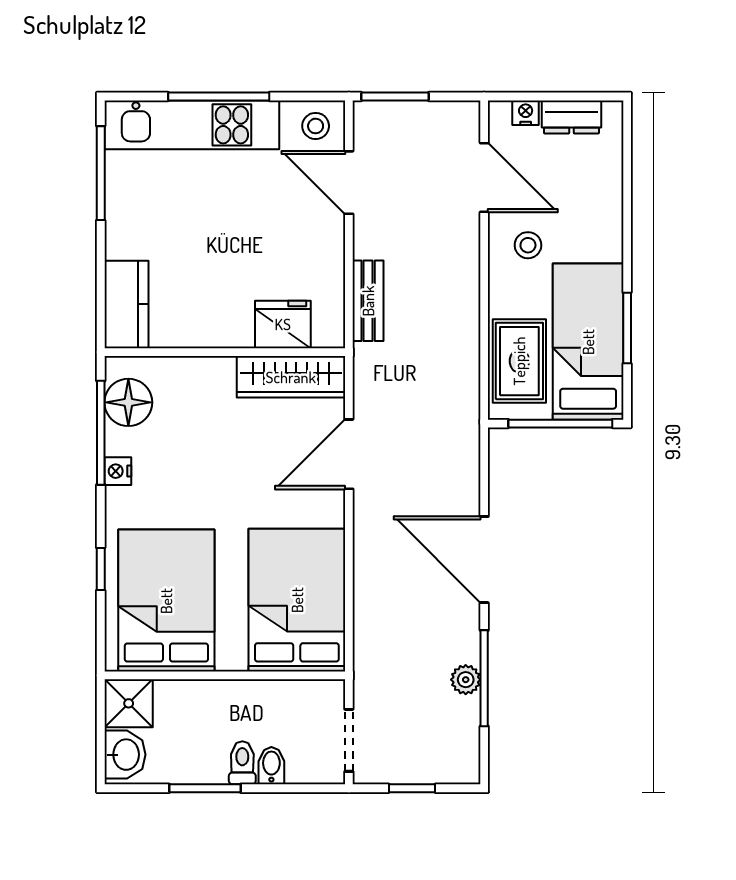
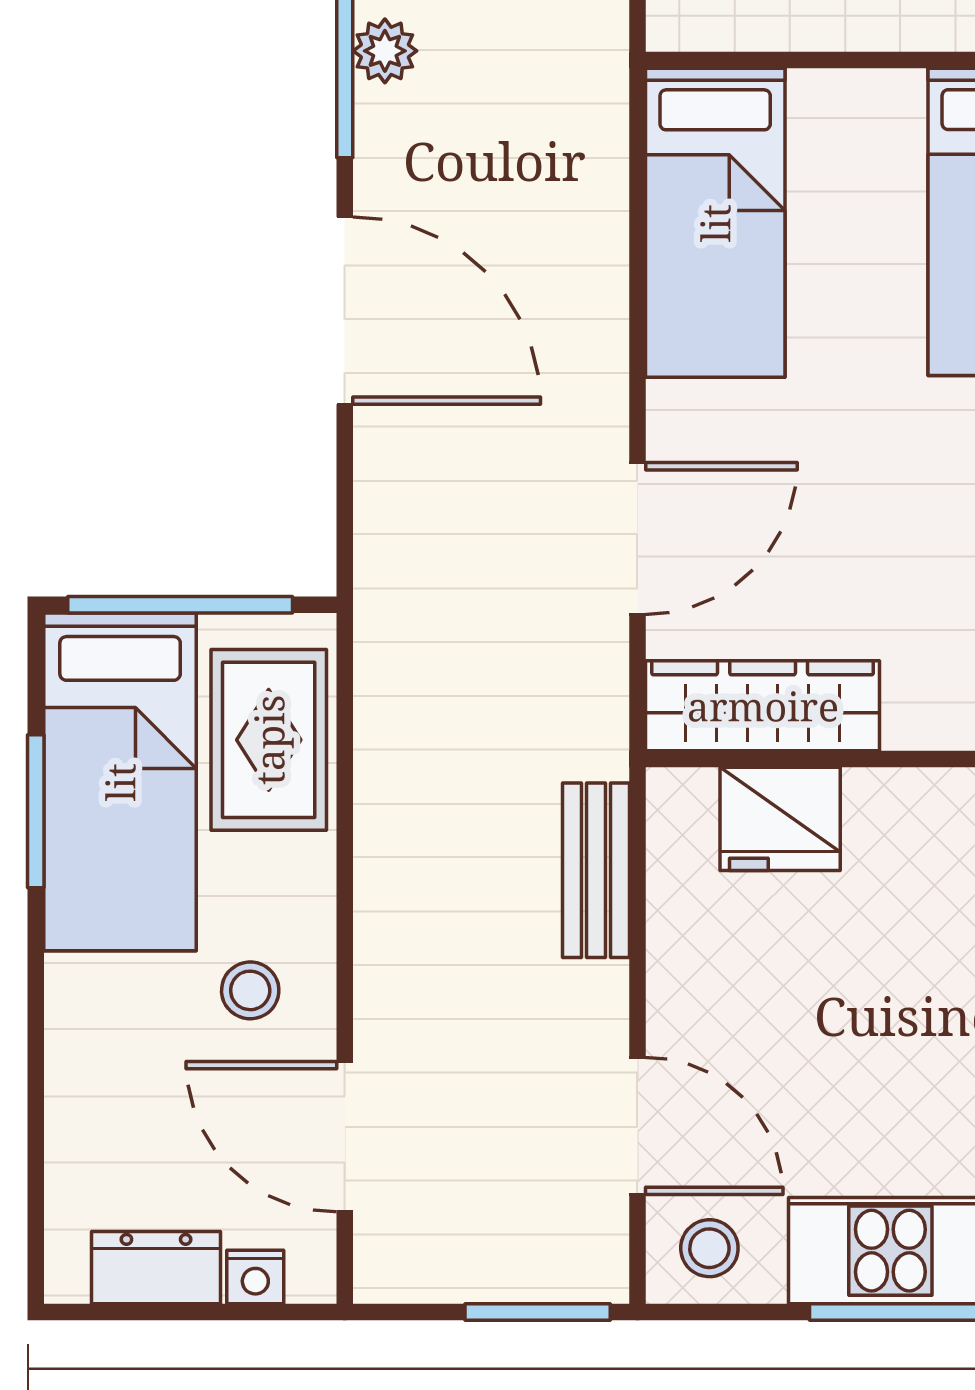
bed: (297, 600) -> (715, 223), width x0.67

